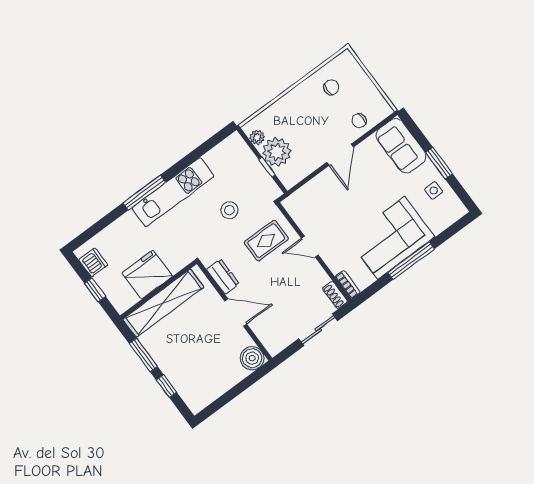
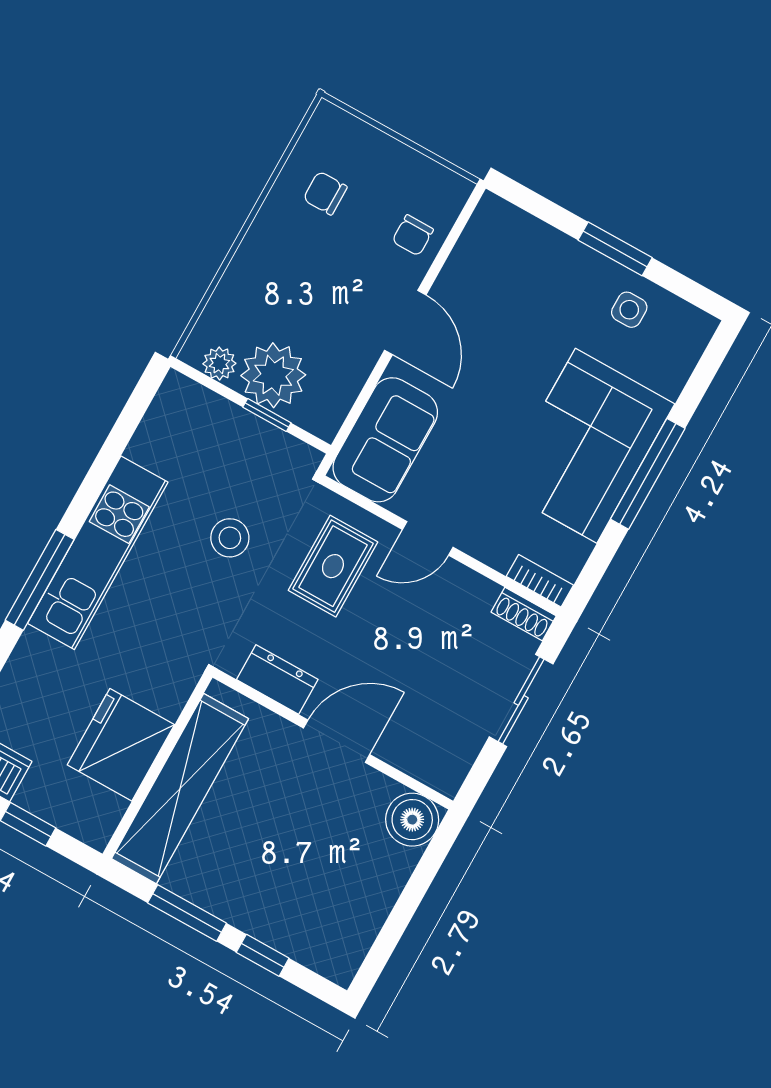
chair: (331, 87) -> (325, 193), turned -92
sofa: (401, 146) -> (385, 440), moved, turned -90

